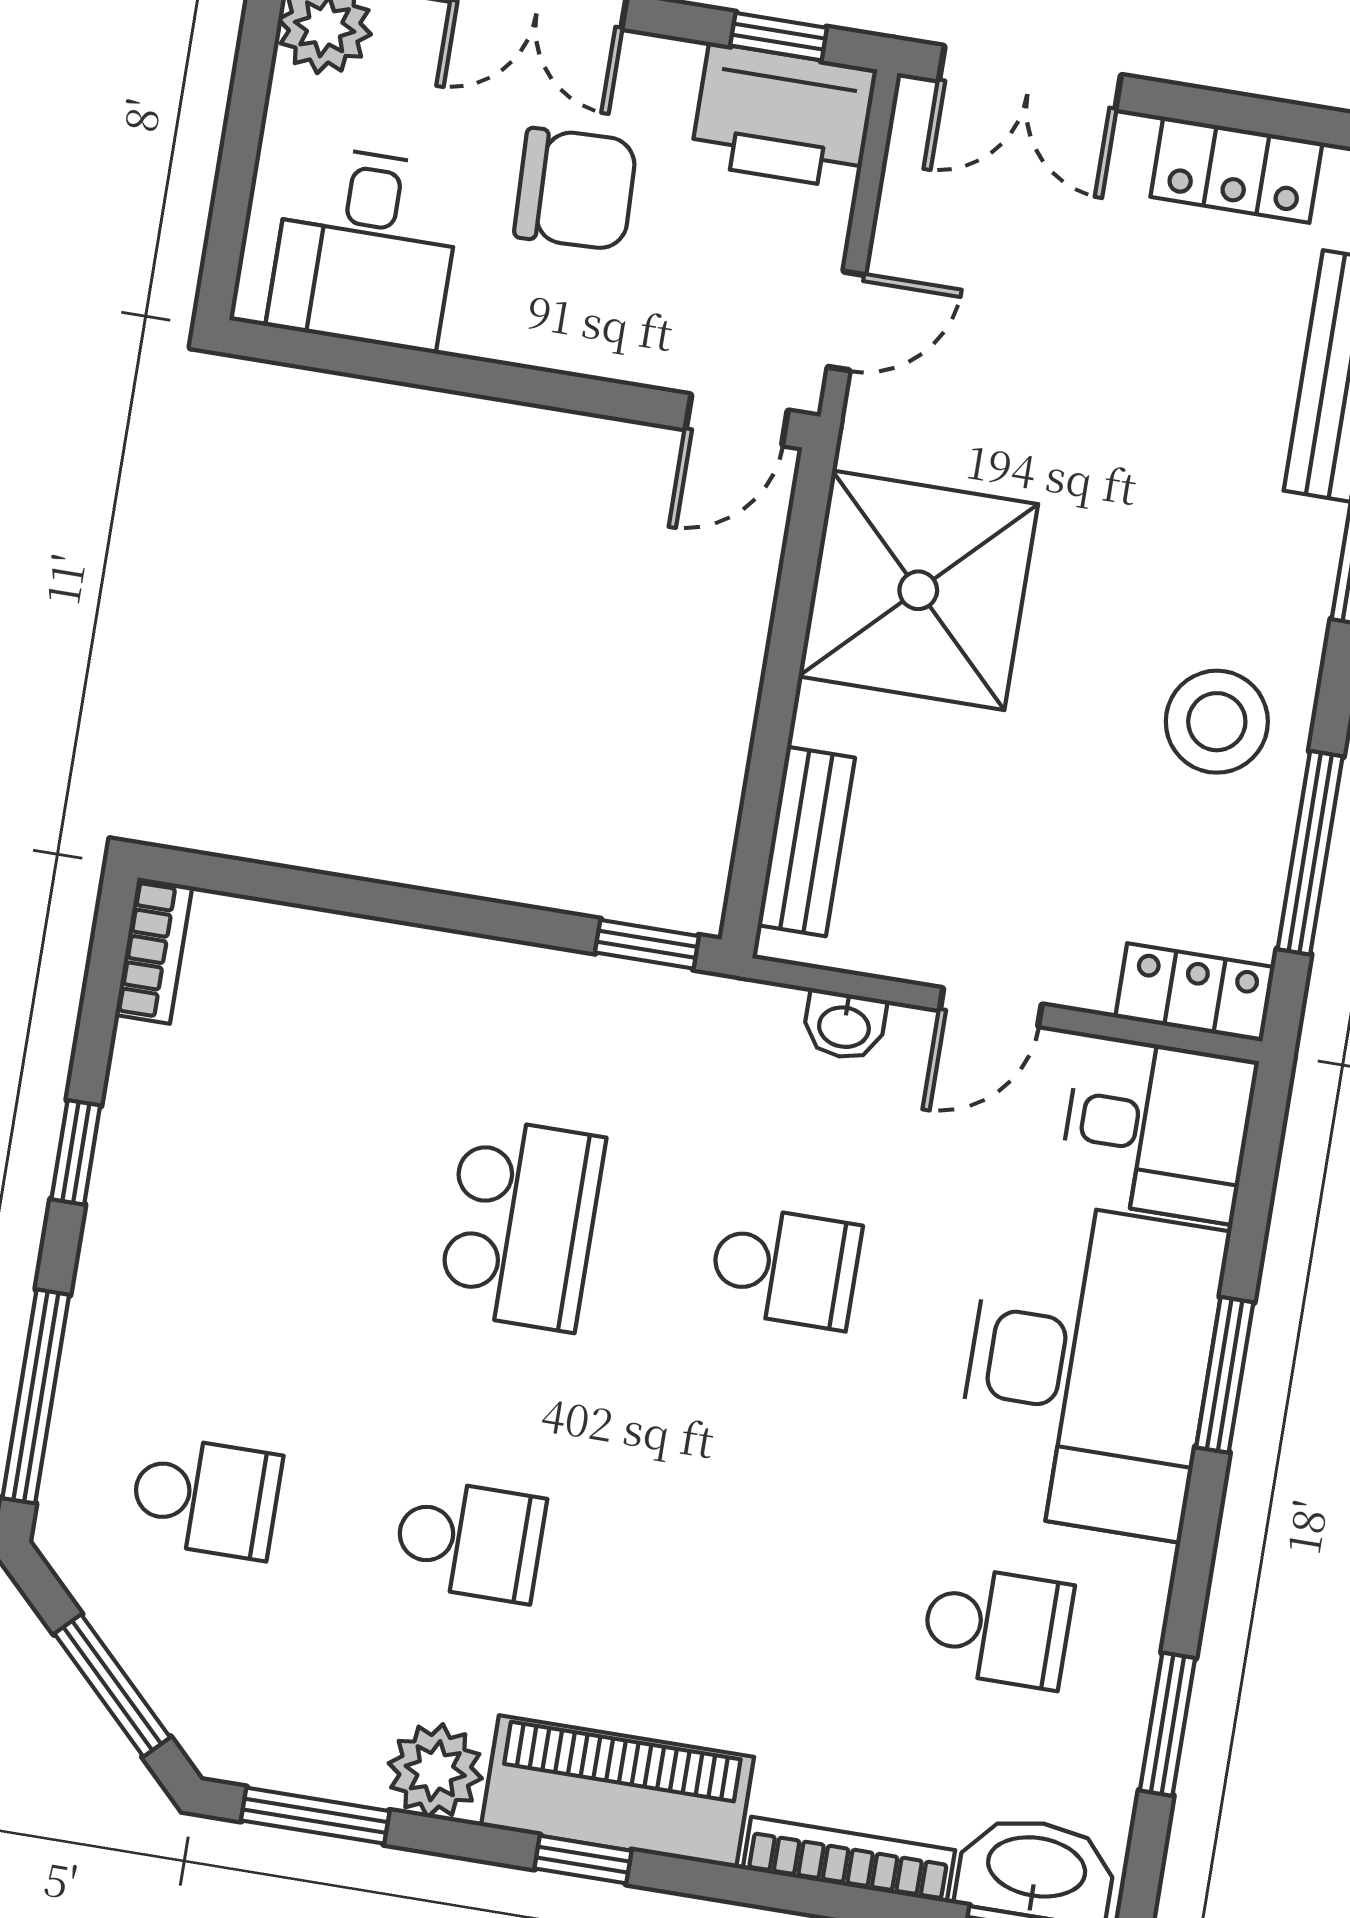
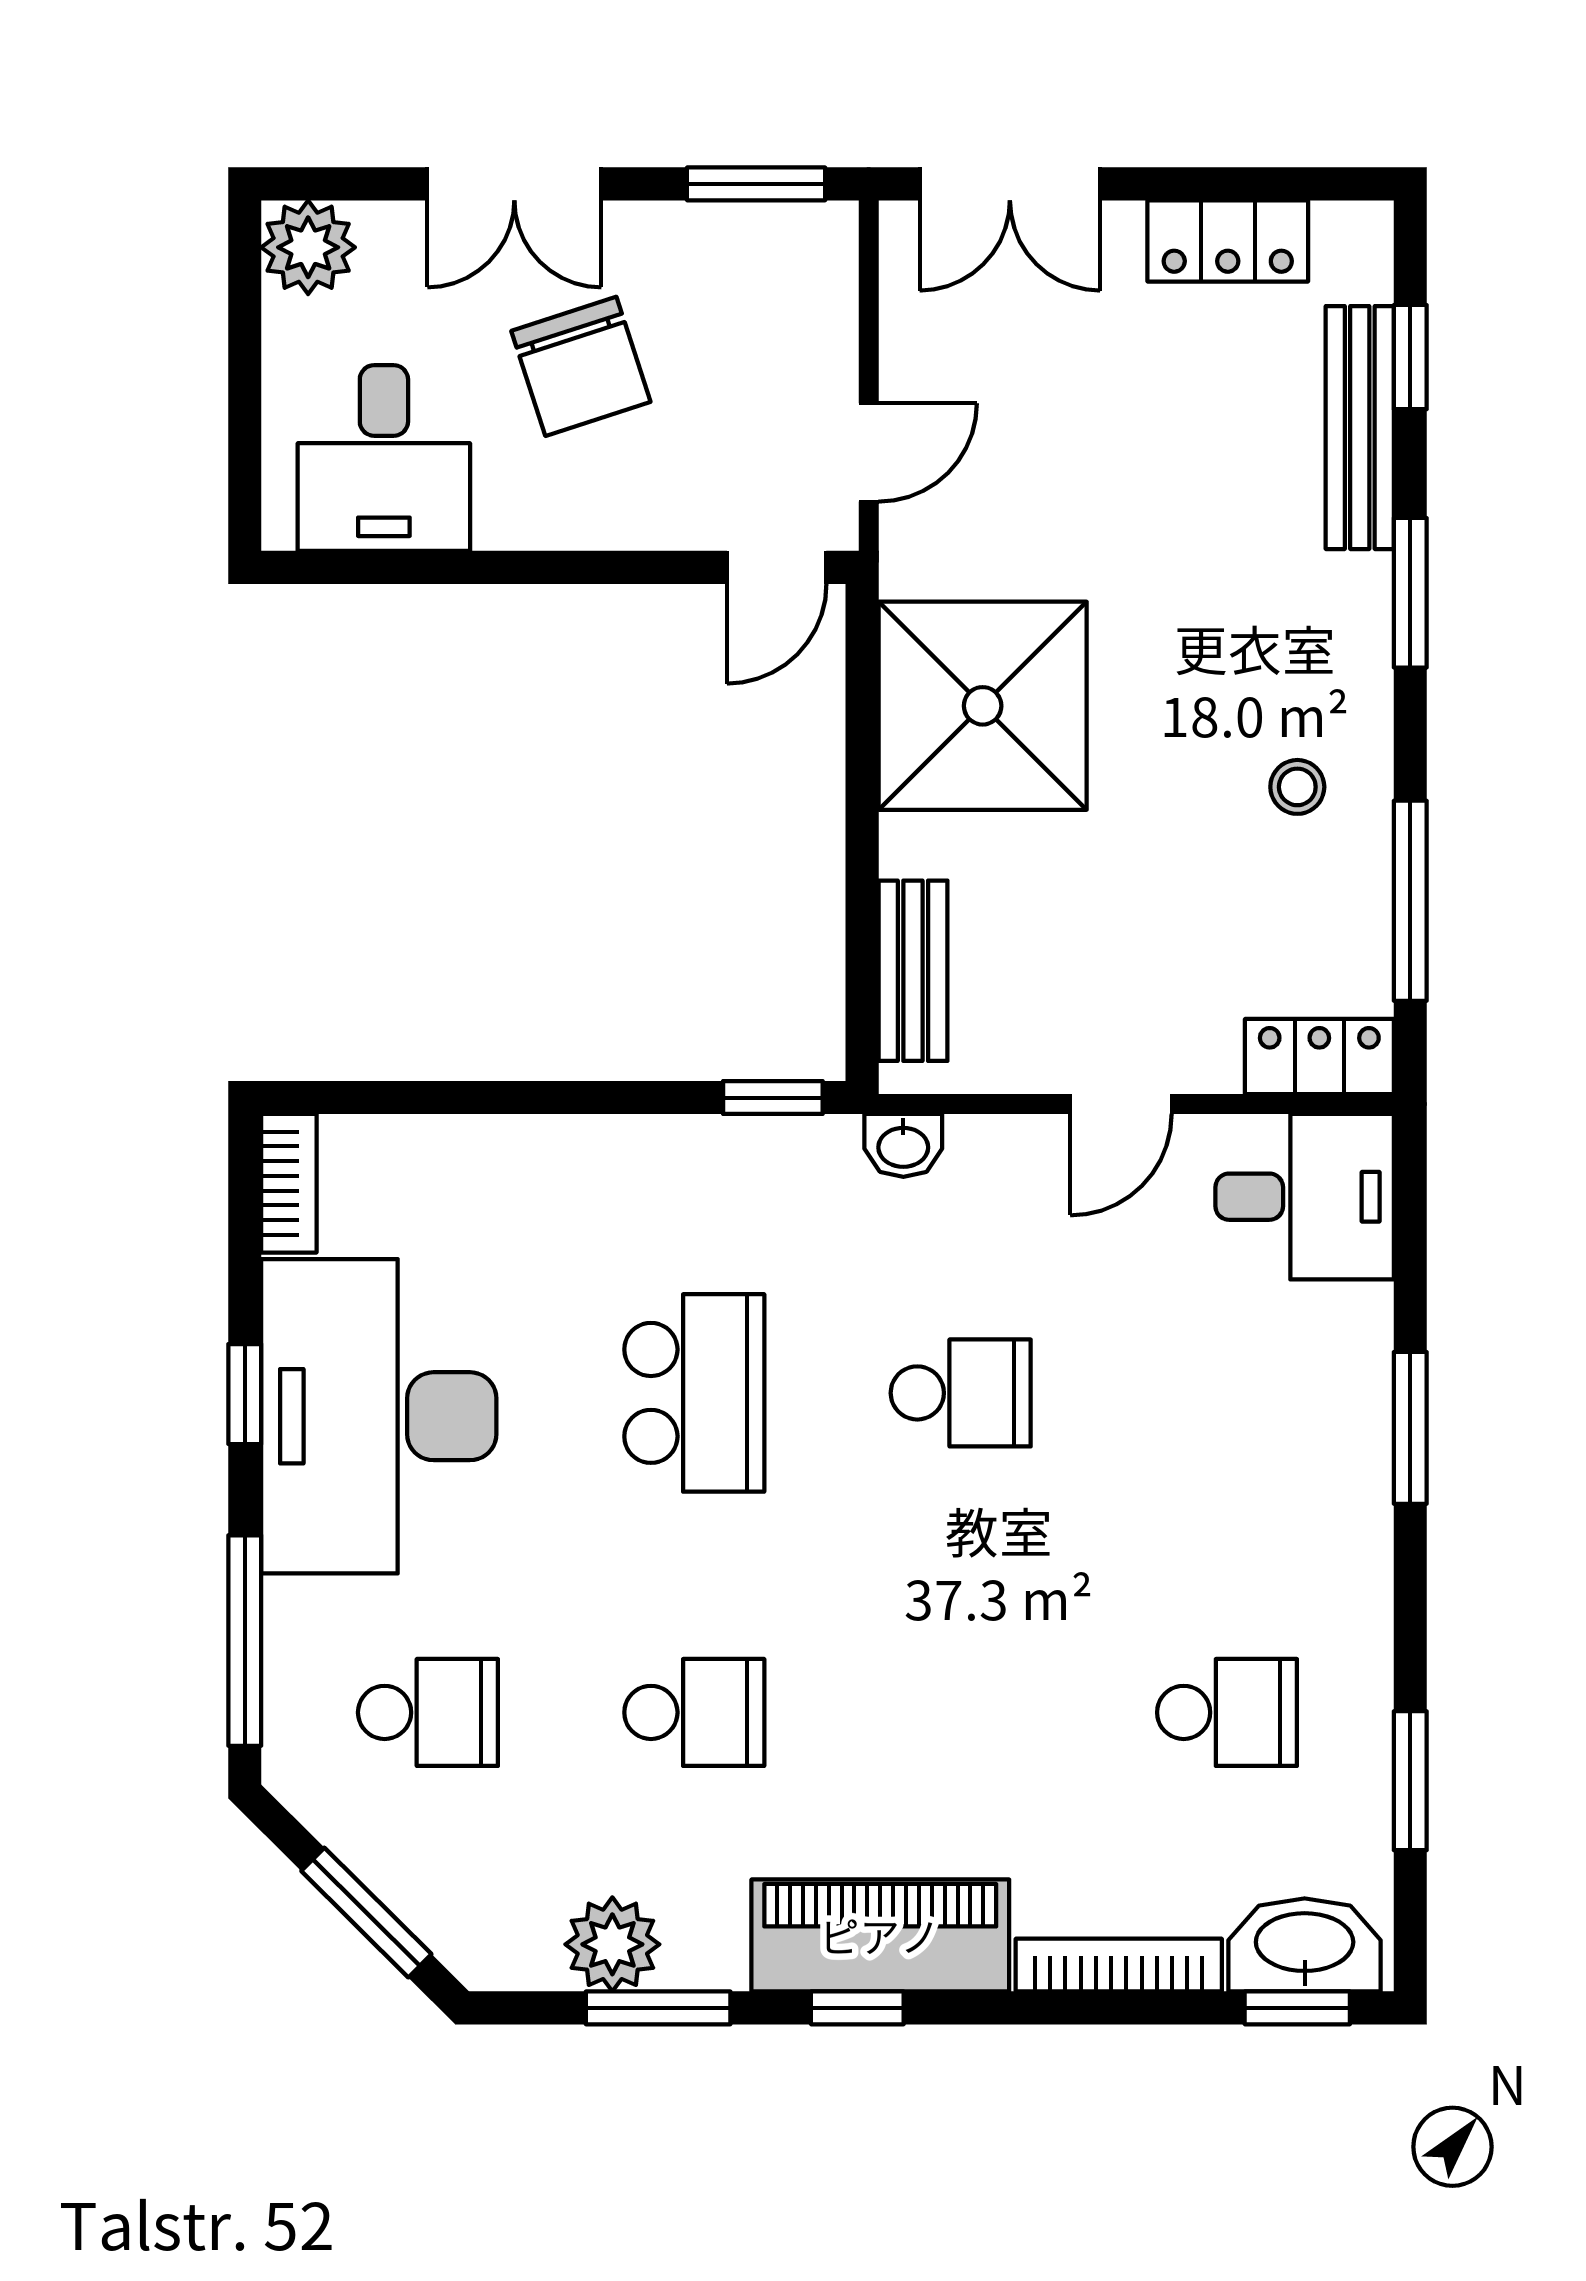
window: (779, 37) -> (756, 184), width x1.50
printer: (783, 116) -> (774, 261), removed
chair: (575, 189) -> (581, 366), turned 74
stool: (1217, 722) -> (1297, 787), width x0.53, depth x0.53
washbasin: (844, 1025) -> (903, 1145), moved
desk: (1089, 1368) -> (379, 1416), moved, turned 180
plant: (435, 1771) -> (612, 1944), moved
window: (315, 1816) -> (658, 2008), moved

